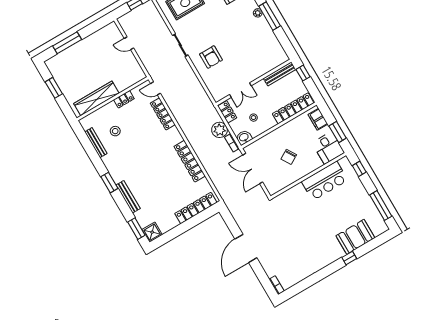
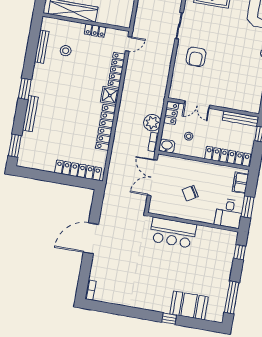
door: (156, 88) -> (129, 44), swing flipped
bar counter: (325, 181) -> (173, 233), moved
shower: (152, 232) -> (110, 96), moved

